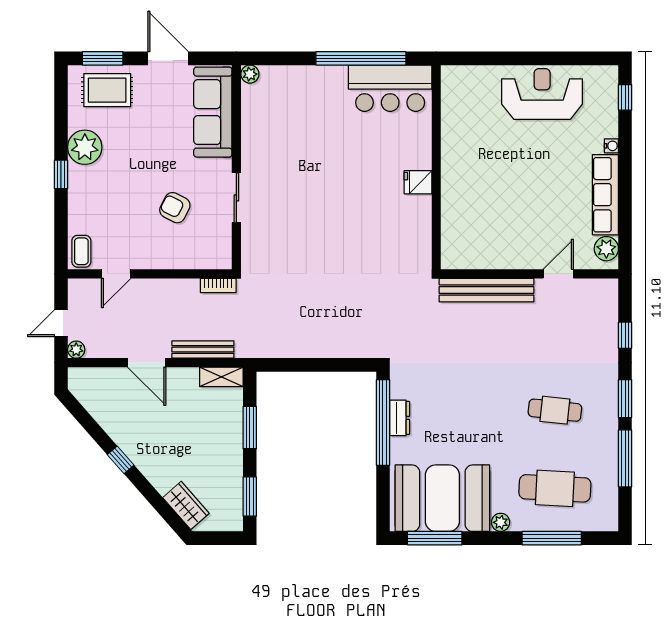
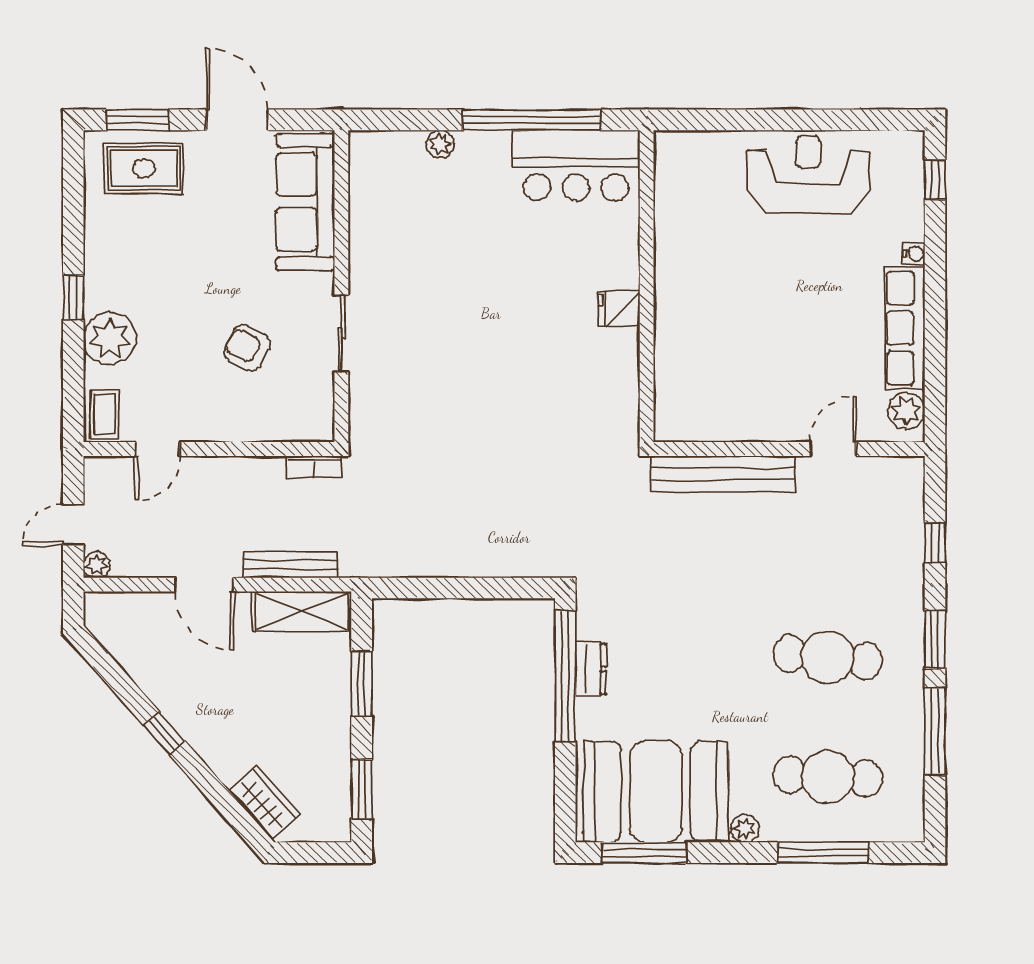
plant: (250, 74) -> (440, 144), moved
plant: (85, 147) -> (110, 339), moved
shelving: (221, 377) -> (302, 611), width x1.50, depth x1.33
cafe table: (555, 410) -> (828, 657), width x1.37, depth x1.35

